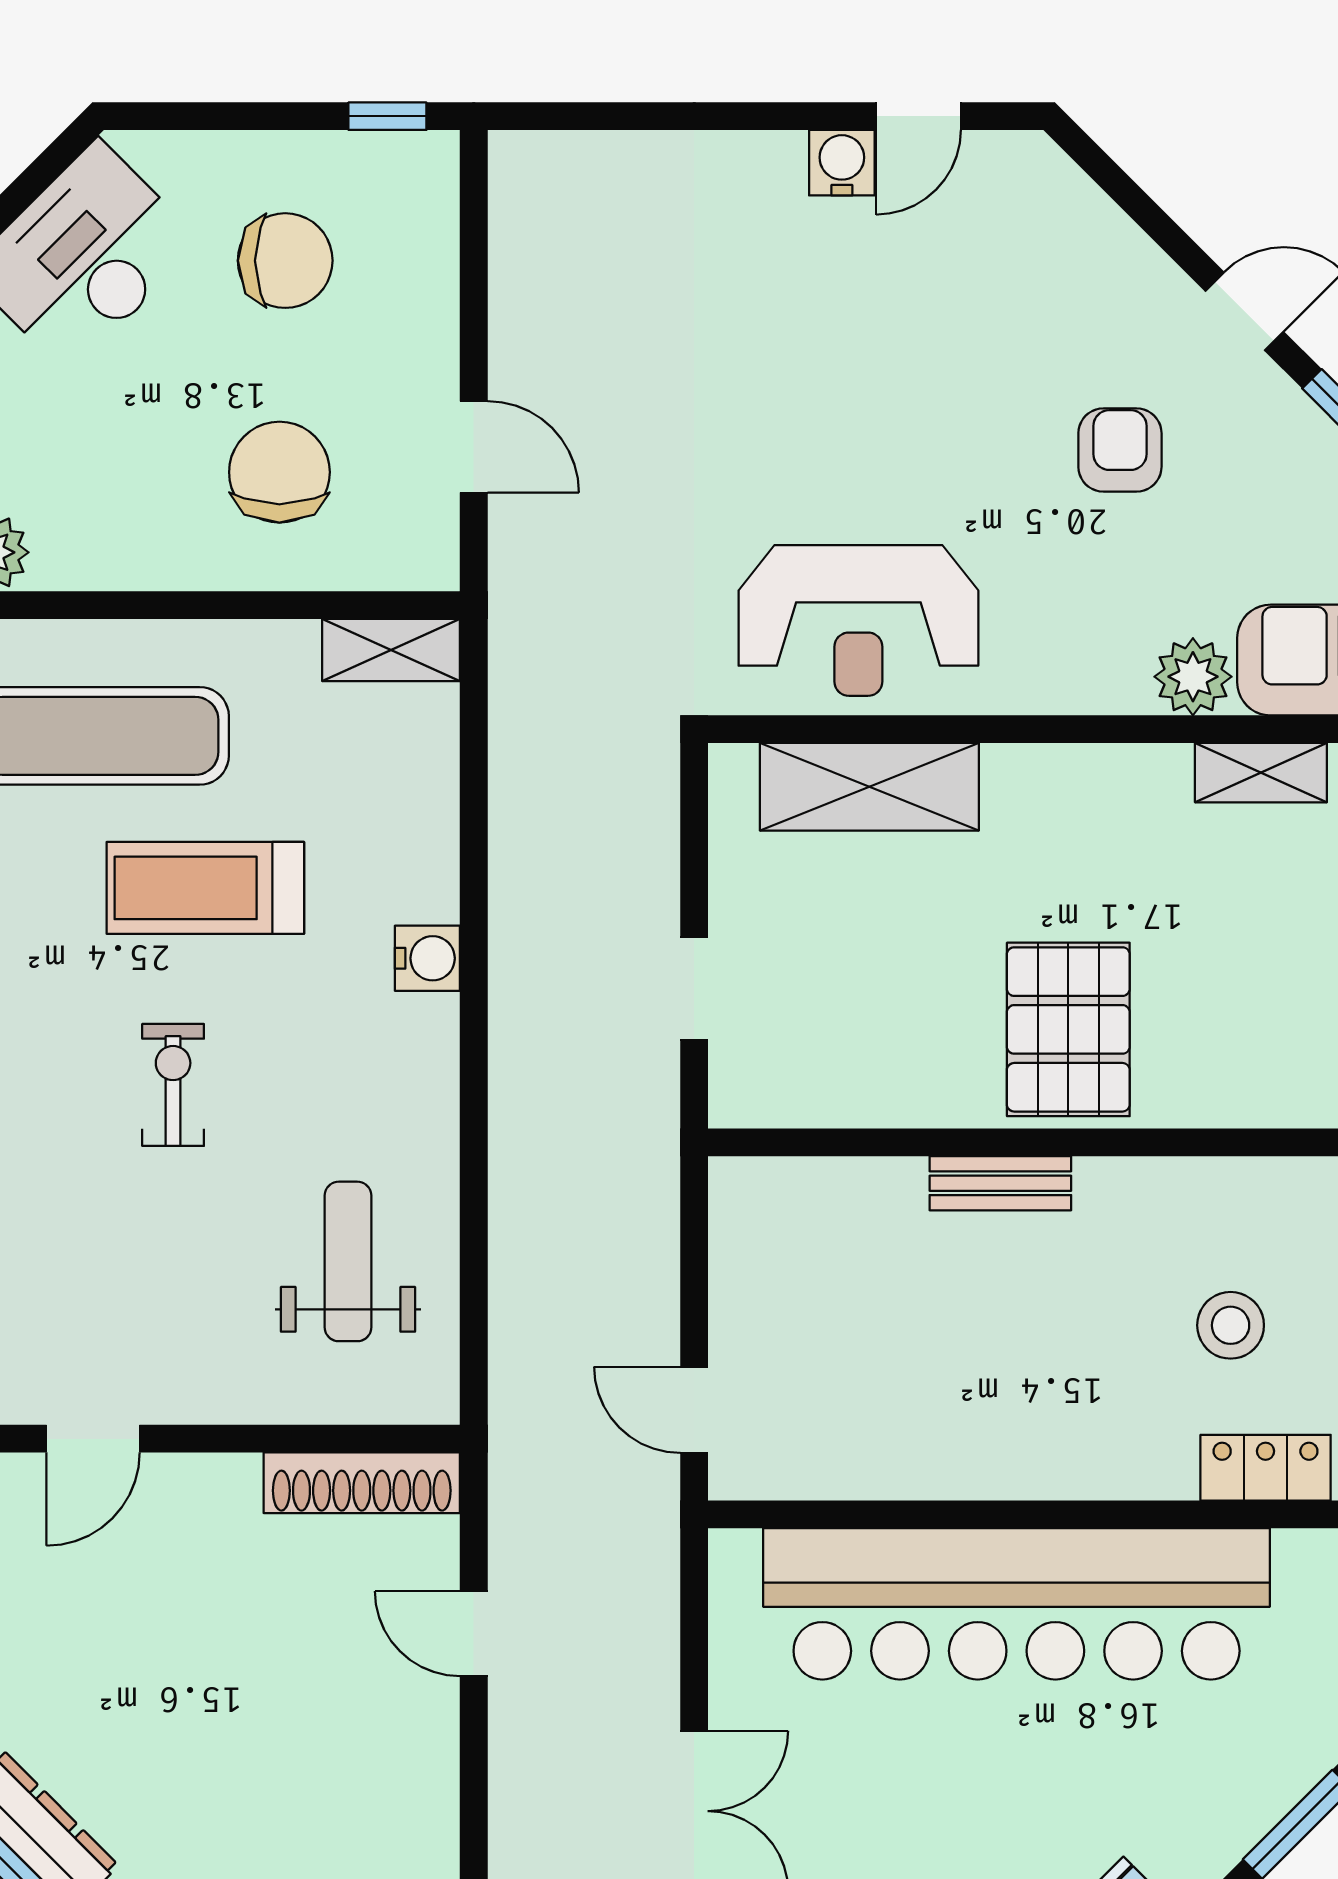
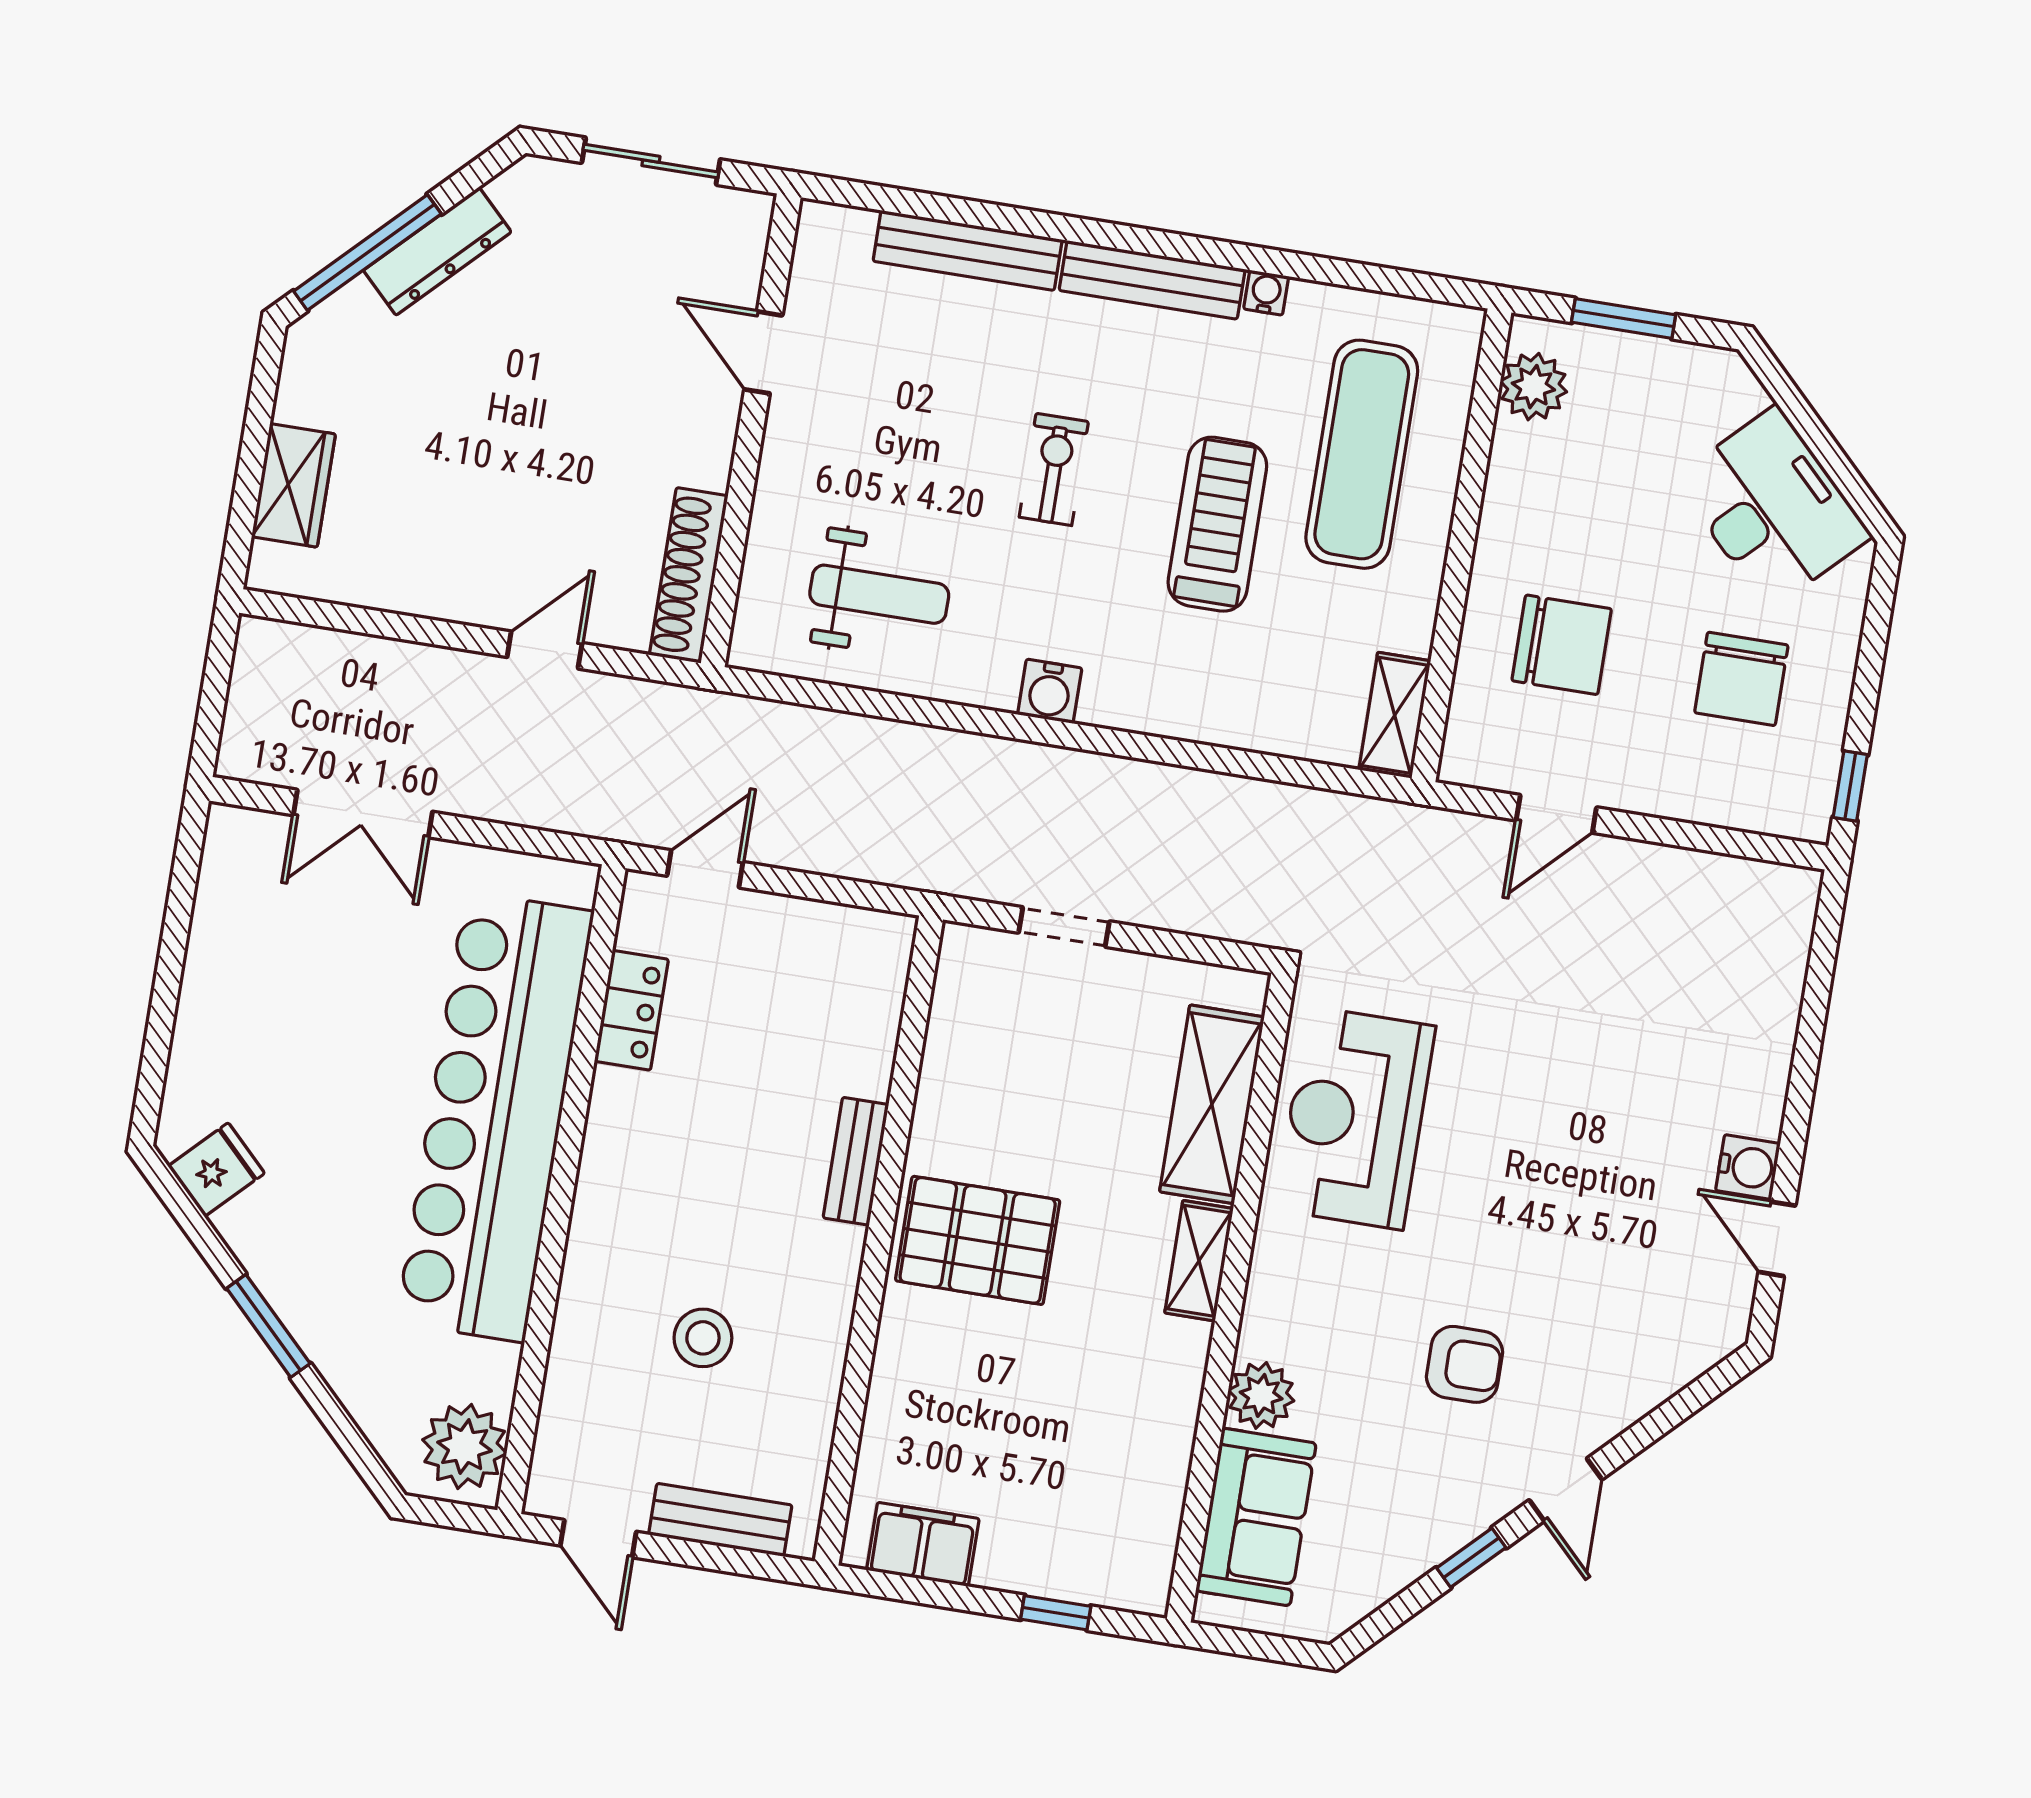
shelving: (1261, 773) -> (1199, 1261), moved
water cooler: (427, 958) -> (1050, 691), moved
exercise bike: (173, 1085) -> (1054, 469), turned -90
locker: (1266, 1468) -> (631, 1010), moved

